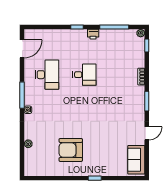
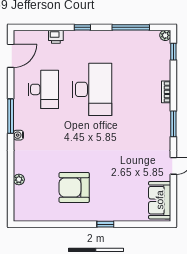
printer: (93, 34) -> (56, 37), moved
desk: (84, 75) -> (92, 89), width x1.87, depth x1.30

